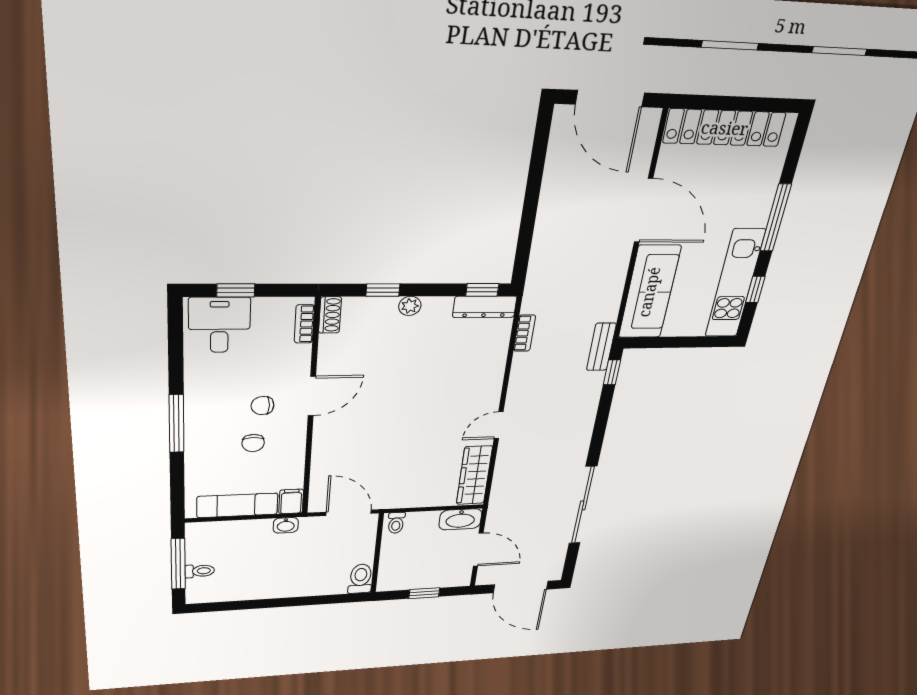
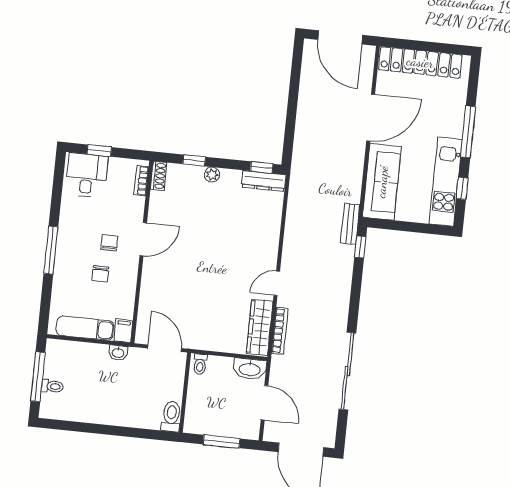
door: (643, 210) -> (371, 118), hinge flipped
bookcase: (525, 333) -> (280, 331), moved, width x1.56
chair: (262, 406) -> (109, 243), turned 90
window: (424, 593) -> (222, 441), width x1.50

